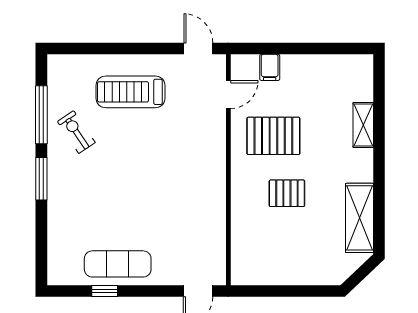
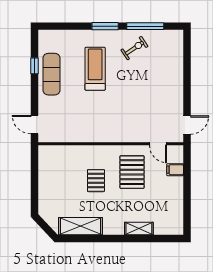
treadmill: (131, 92) -> (95, 69), moved

